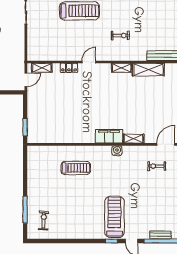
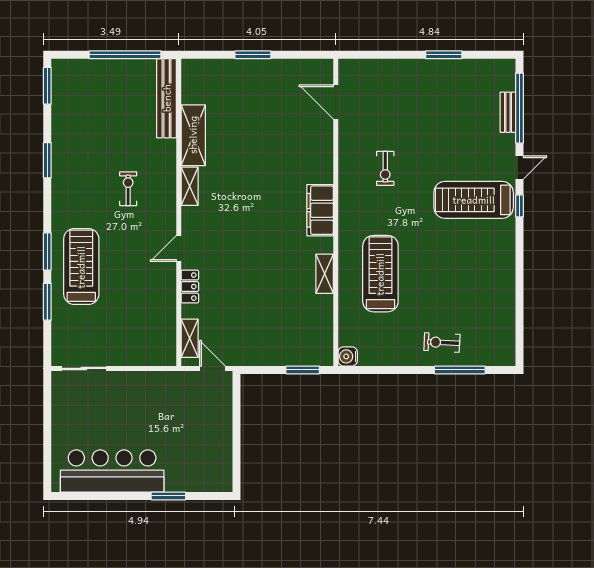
door: (89, 62) -> (179, 248), hinge flipped
shelving: (134, 139) -> (325, 274), moved
water cooler: (117, 151) -> (348, 356), moved
exercise bike: (157, 166) -> (385, 168), moved
treadmill: (76, 168) -> (380, 274), width x1.37, depth x1.38
exercise bike: (44, 221) -> (442, 342), moved

